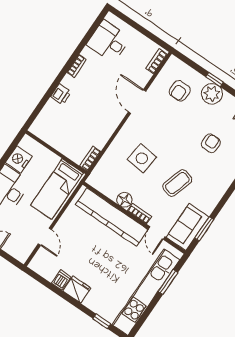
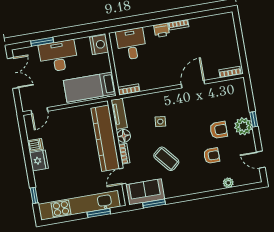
desk: (109, 41) -> (131, 44), moved
armchair: (180, 91) -> (219, 130), moved, turned 180
printer: (61, 94) -> (162, 30), moved
side table: (142, 158) -> (160, 122), width x0.54, depth x0.54
nightstand: (19, 159) -> (99, 45), moved, turned 90
coffee table: (177, 183) -> (166, 159), turned 33
tv unit: (102, 186) -> (119, 114), added
door: (45, 237) -> (39, 111), moved

